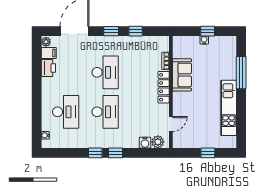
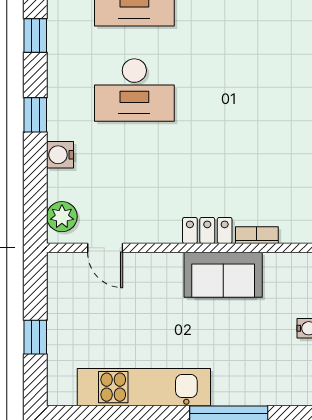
desk: (105, 72) -> (229, 90), removed
locker: (164, 87) -> (207, 230), width x0.66
water cooler: (145, 143) -> (60, 155), moved
window: (95, 153) -> (35, 36), moved

